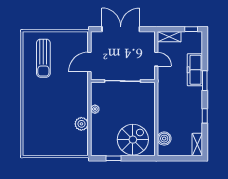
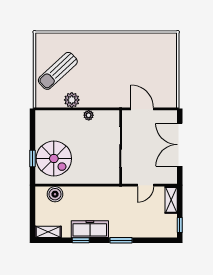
double door: (121, 29) -> (180, 145), swing flipped
sun lounger: (43, 58) -> (58, 71), moved, turned -43
freezer: (195, 70) -> (90, 229), moved
window: (114, 158) -> (33, 158), moved

